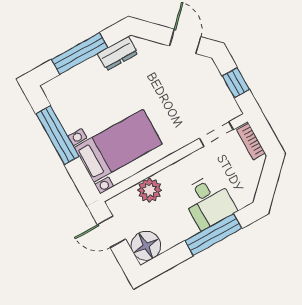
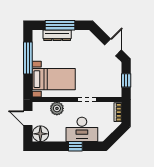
dresser: (118, 53) -> (57, 35), moved, width x1.44
doorway: (216, 134) -> (87, 99), moved
desk: (209, 202) -> (82, 129), width x1.37
window: (213, 234) -> (75, 146), width x0.46

